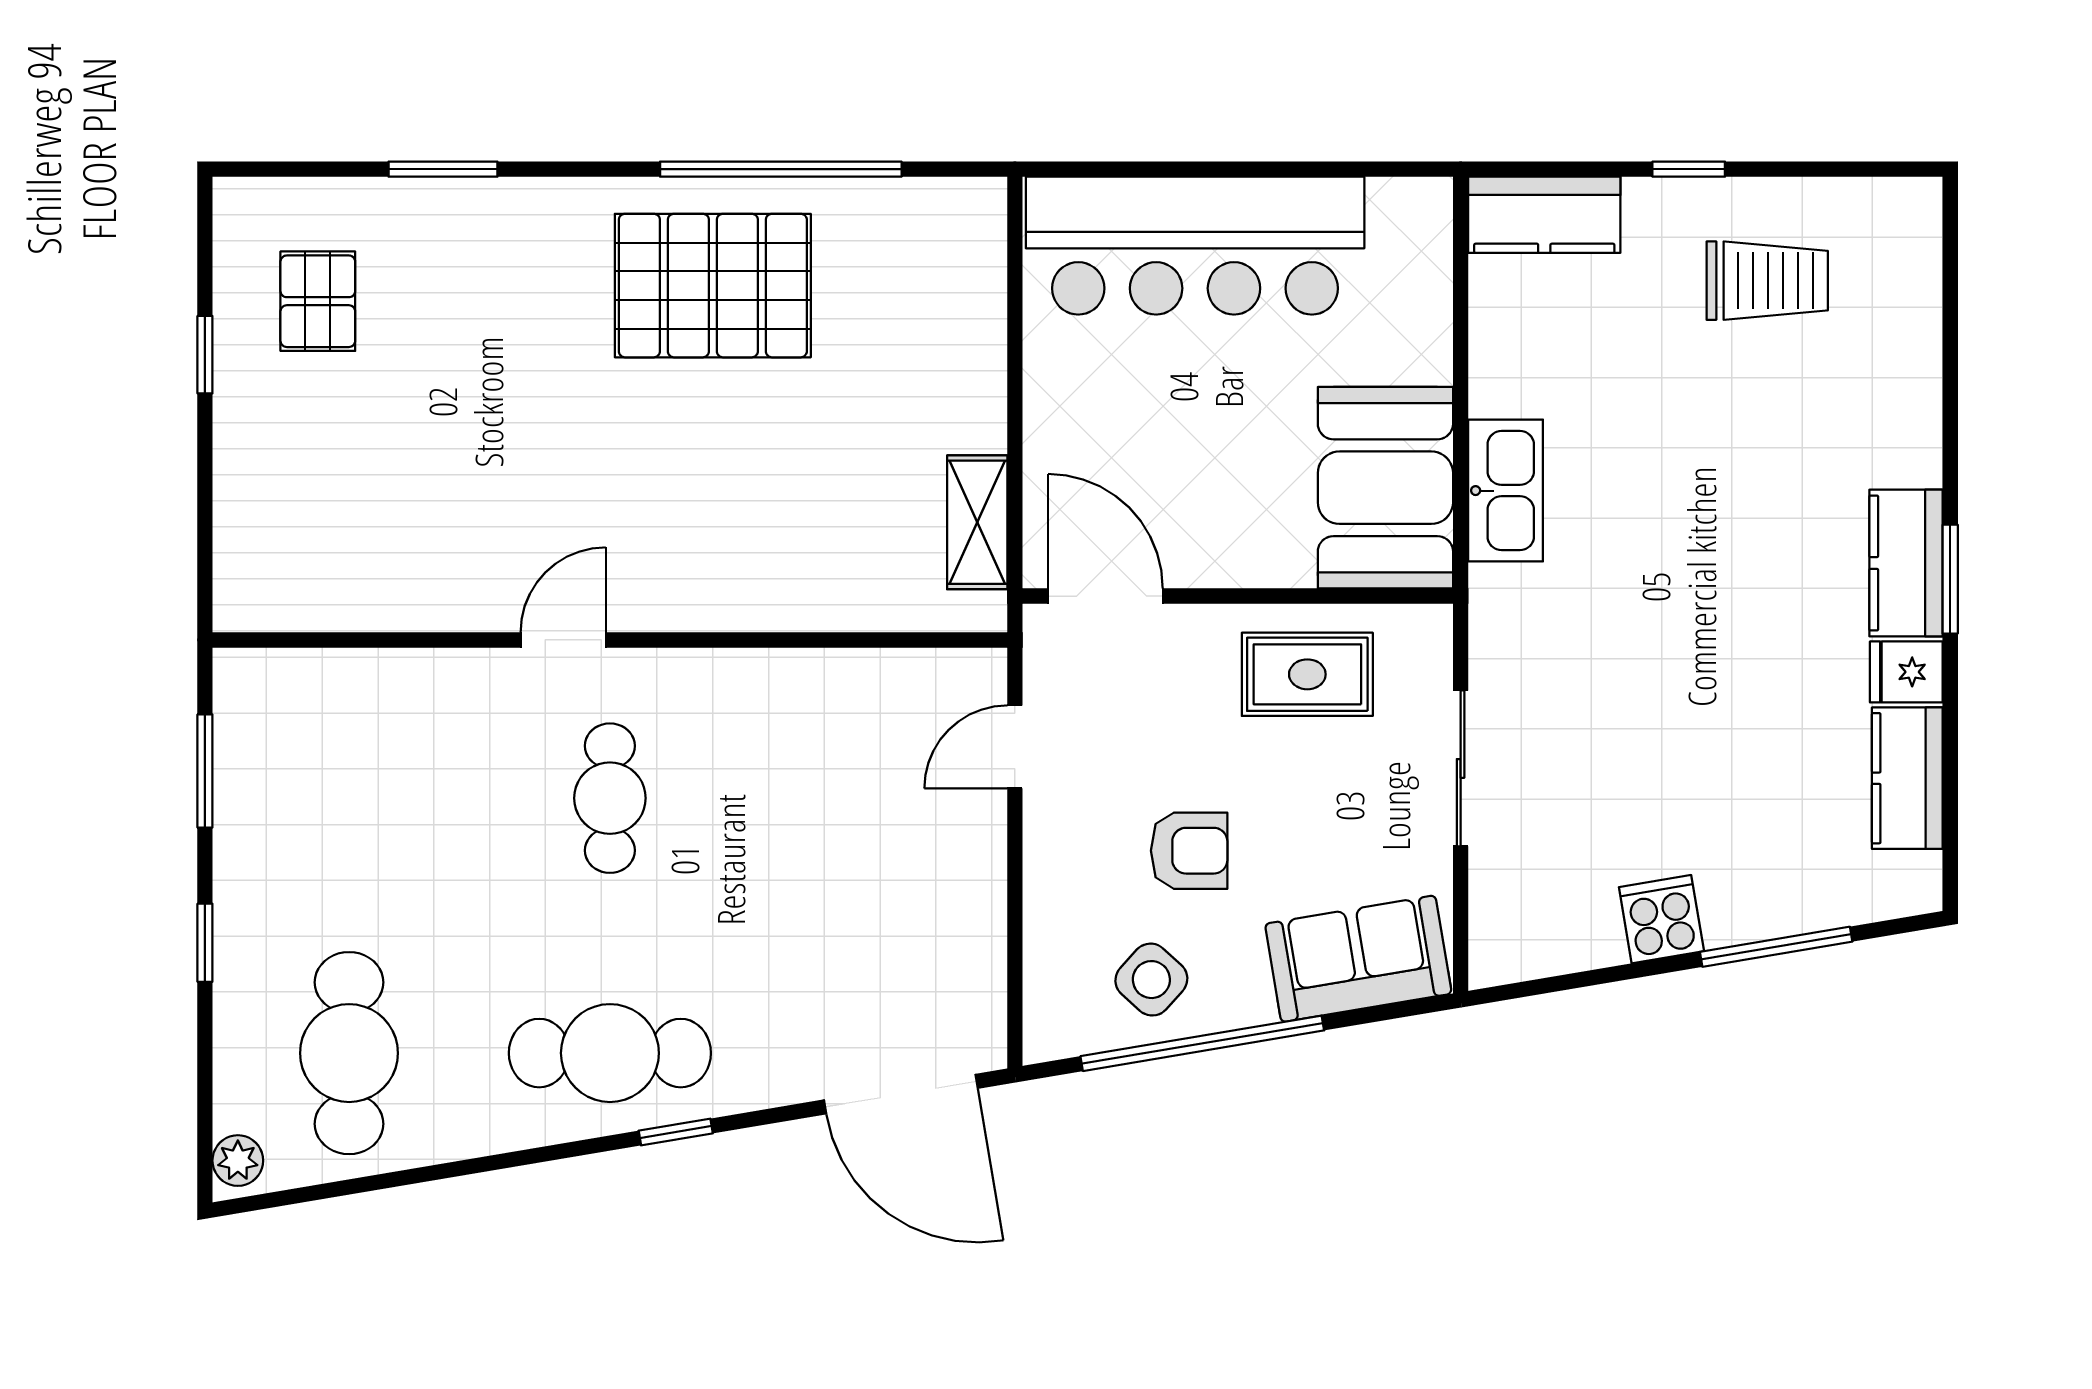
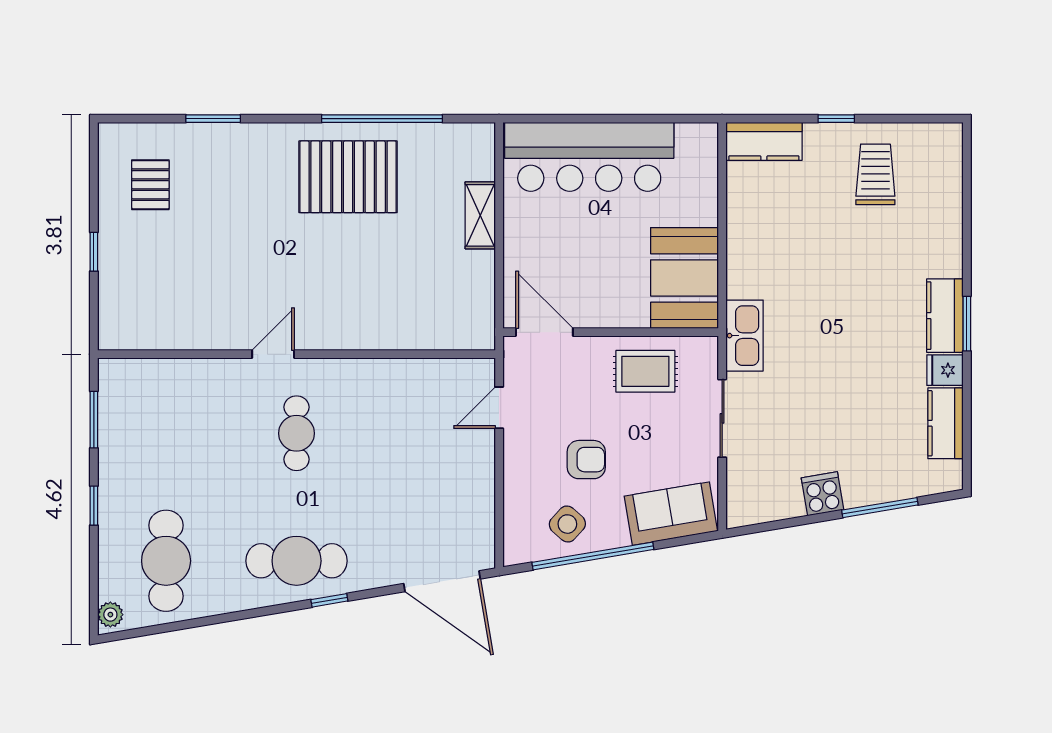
trolley: (1767, 281) -> (875, 174), turned -90
window: (205, 355) -> (94, 252), moved
kitchen sink: (1506, 491) -> (745, 336), moved
shelving: (977, 522) -> (480, 215), moved

